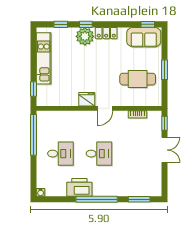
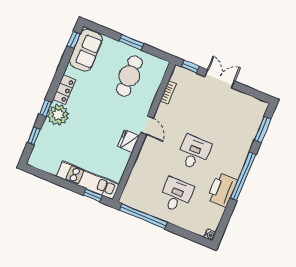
kitchen unit: (44, 58) -> (88, 180), moved

